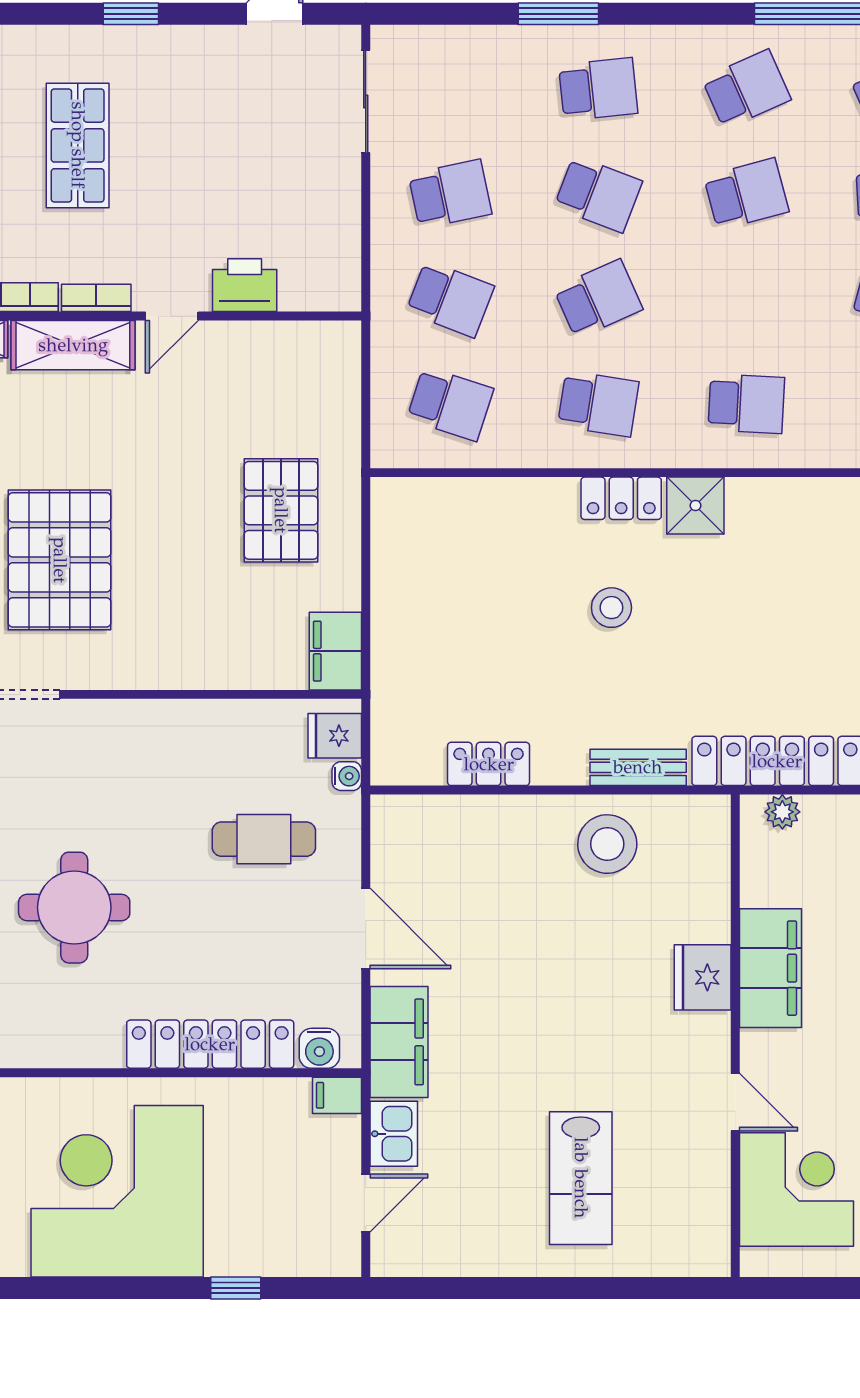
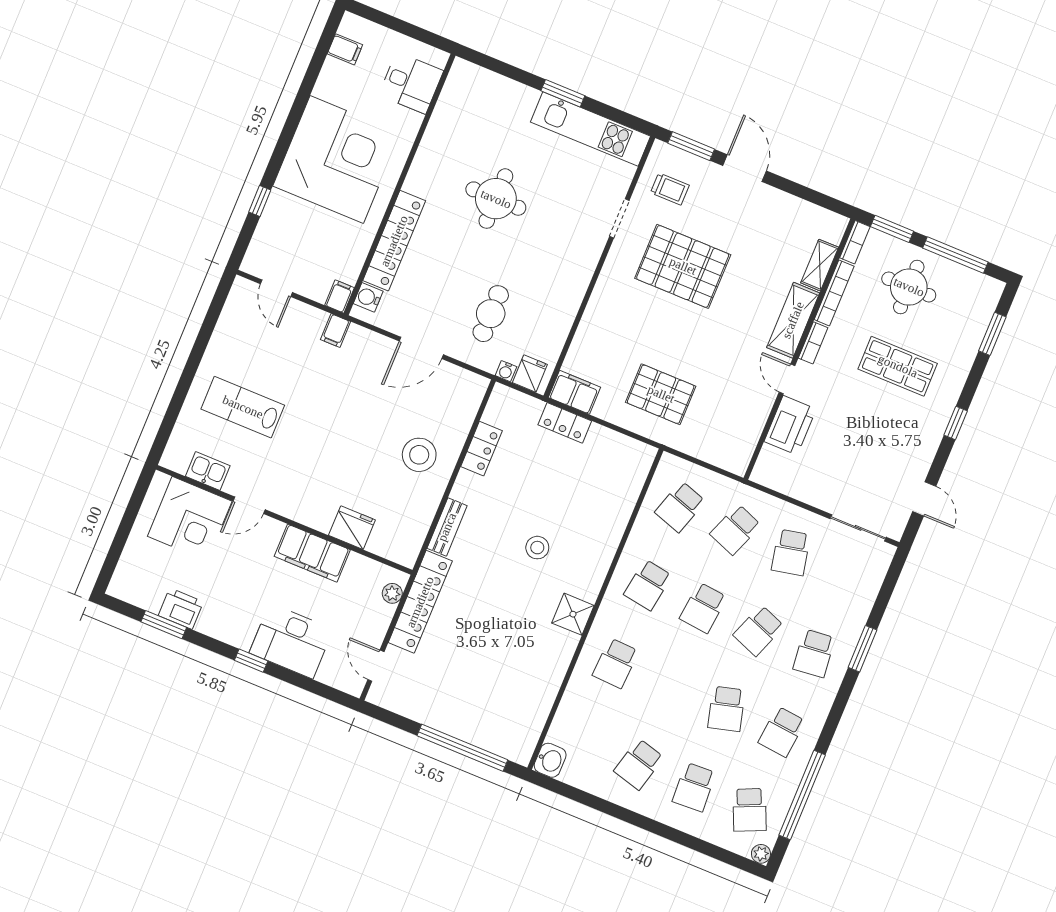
school desk: (746, 89) -> (782, 732), turned 30
printer: (245, 285) -> (790, 425), width x1.37, depth x1.19
school desk: (598, 299) -> (703, 608), turned 30
locker: (621, 498) -> (565, 423), moved, turned -90
stool: (607, 844) -> (419, 455), moved
fridge: (703, 977) -> (352, 528), moved
filing cabinet: (399, 1042) -> (335, 331), width x0.33, depth x0.86
kitchen sink: (394, 1134) -> (208, 471), moved, turned 180

